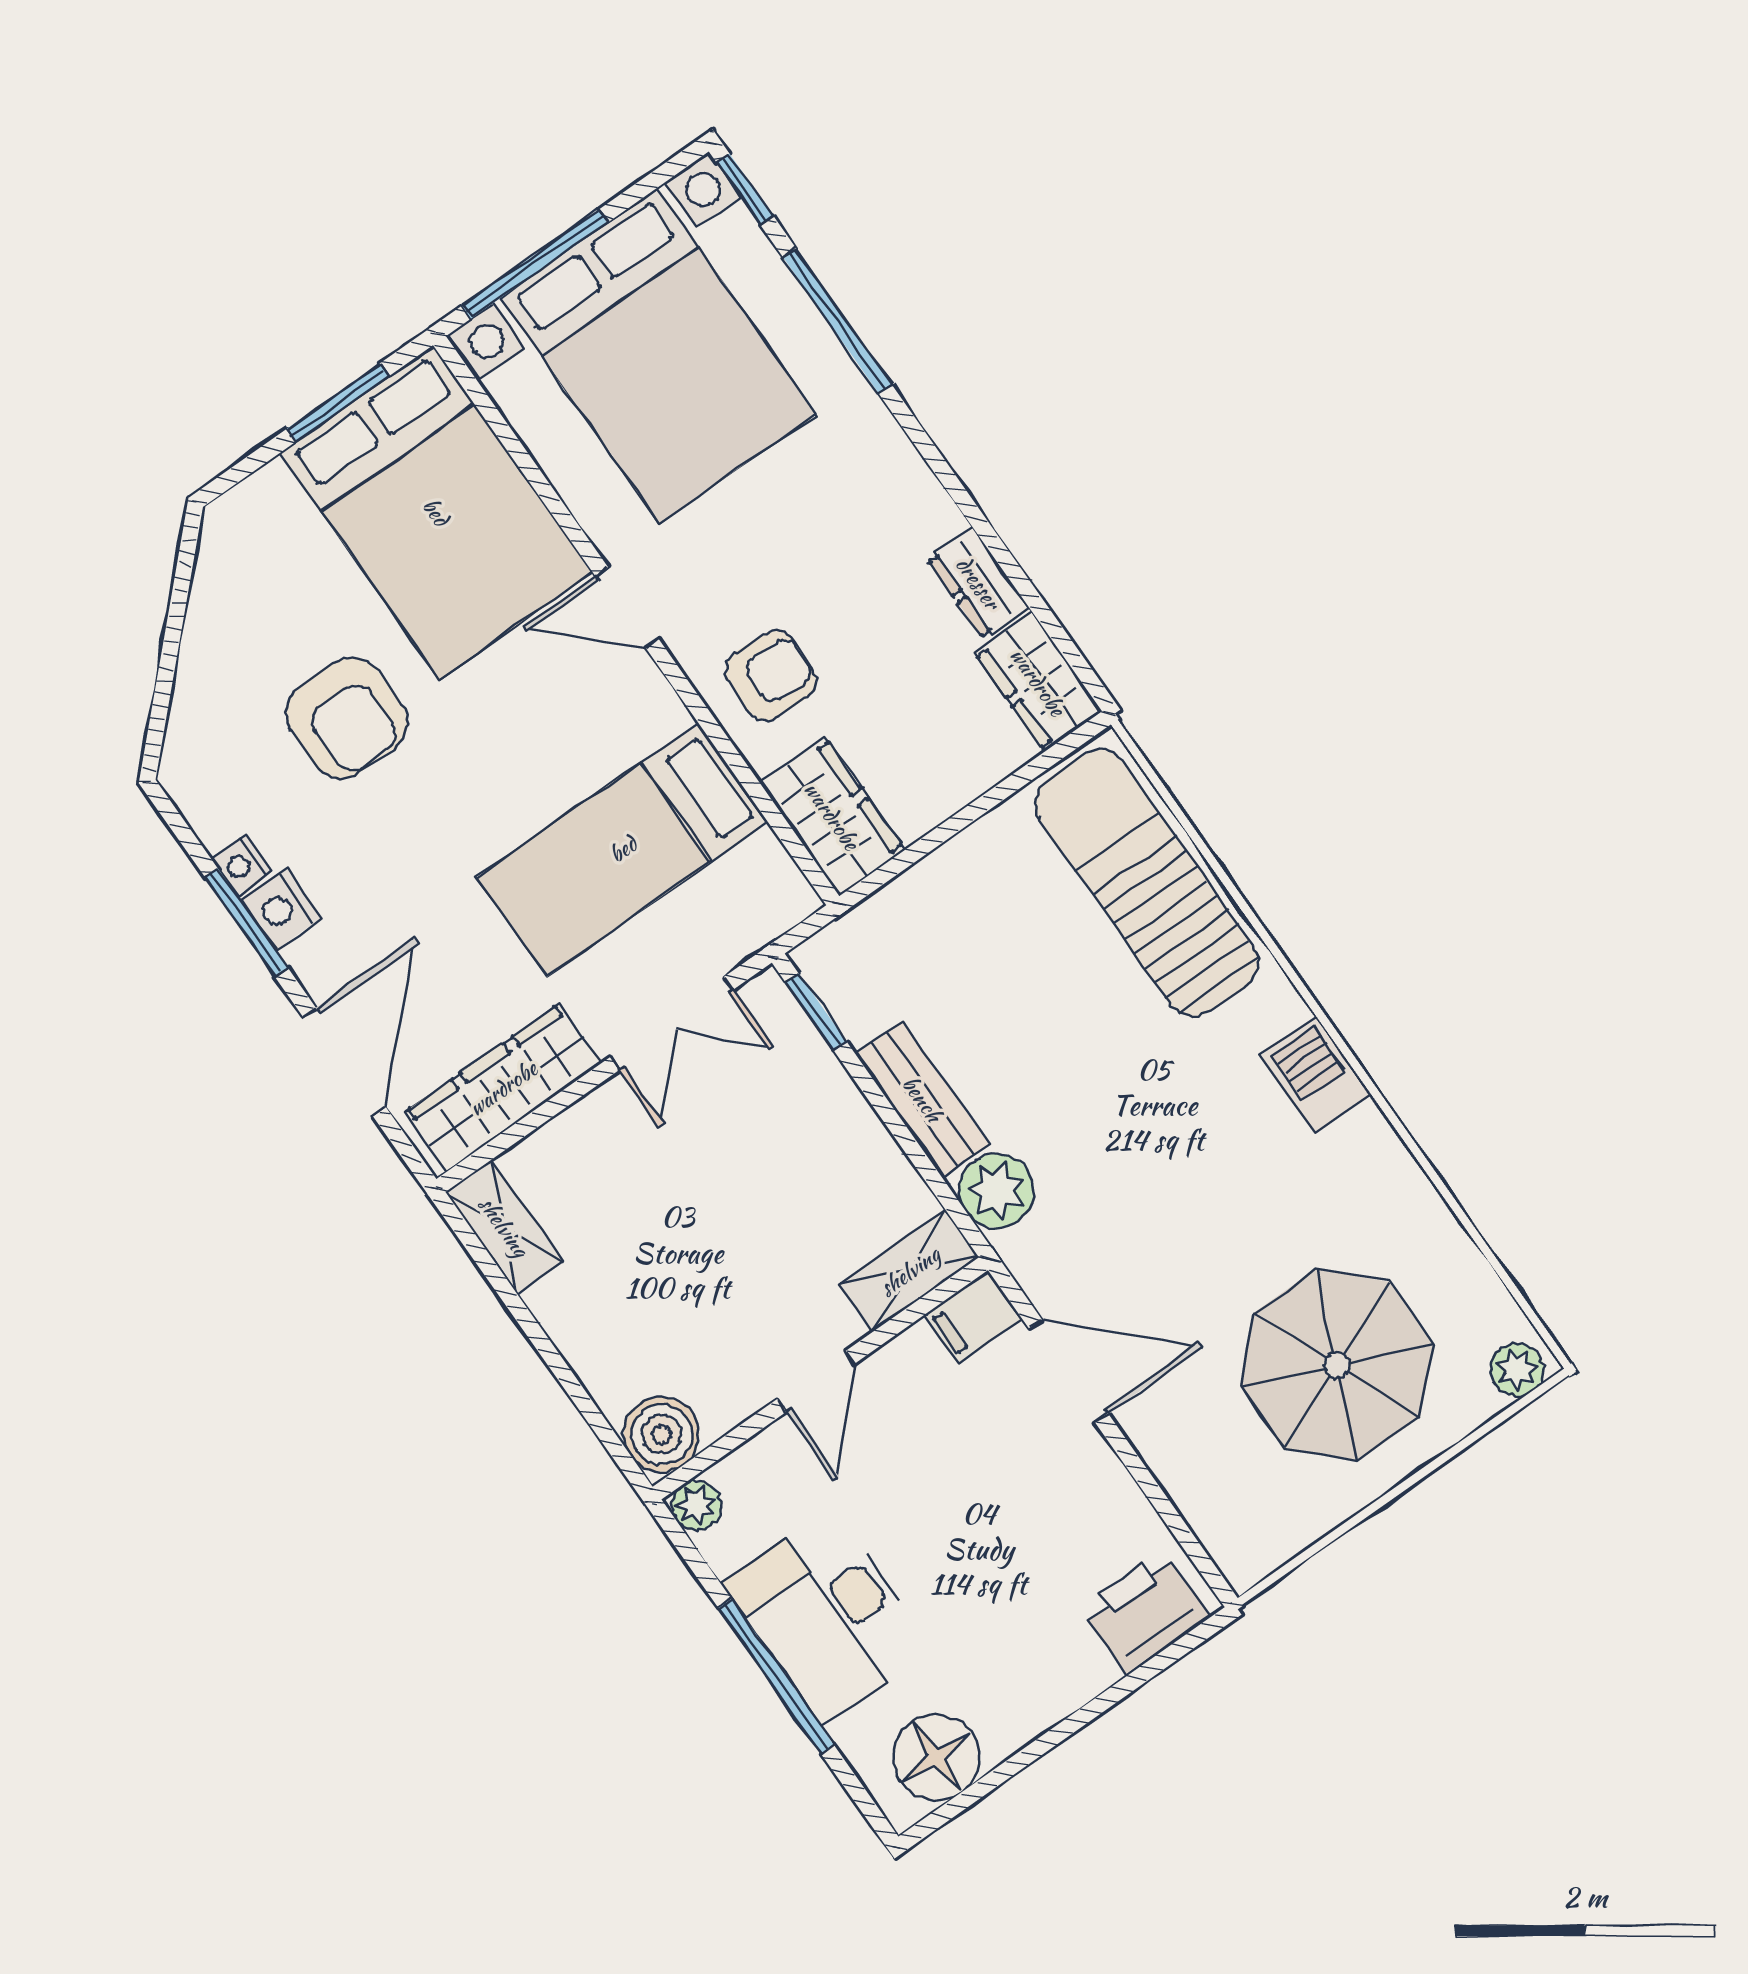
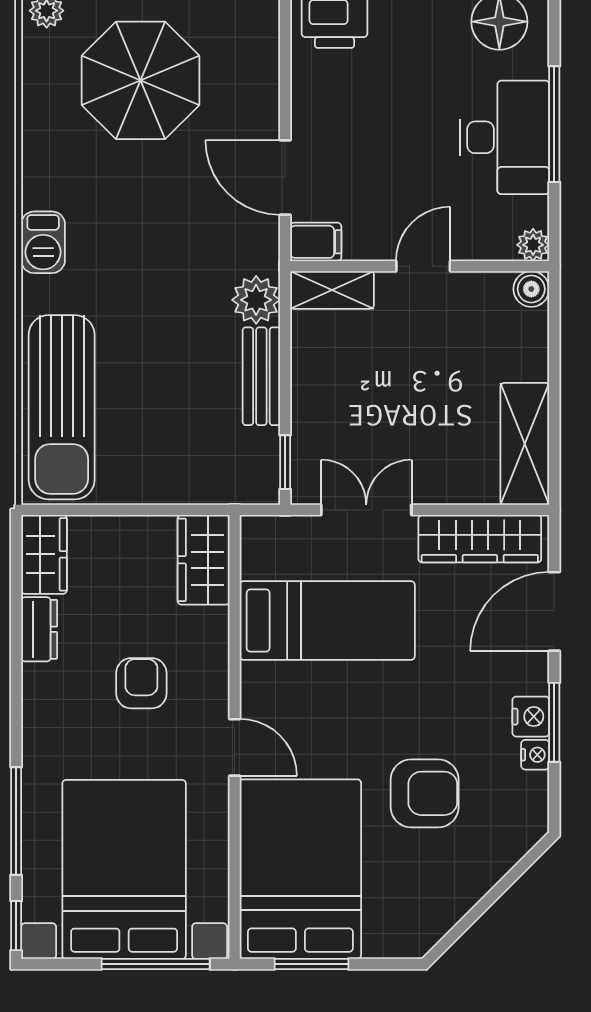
armchair: (771, 675) -> (141, 683), moved, turned 88
armchair: (347, 718) -> (425, 793), turned 90
shelving: (504, 1227) -> (525, 444), width x1.50, depth x1.33
boiler: (662, 1434) -> (531, 289), width x0.73, depth x0.73

